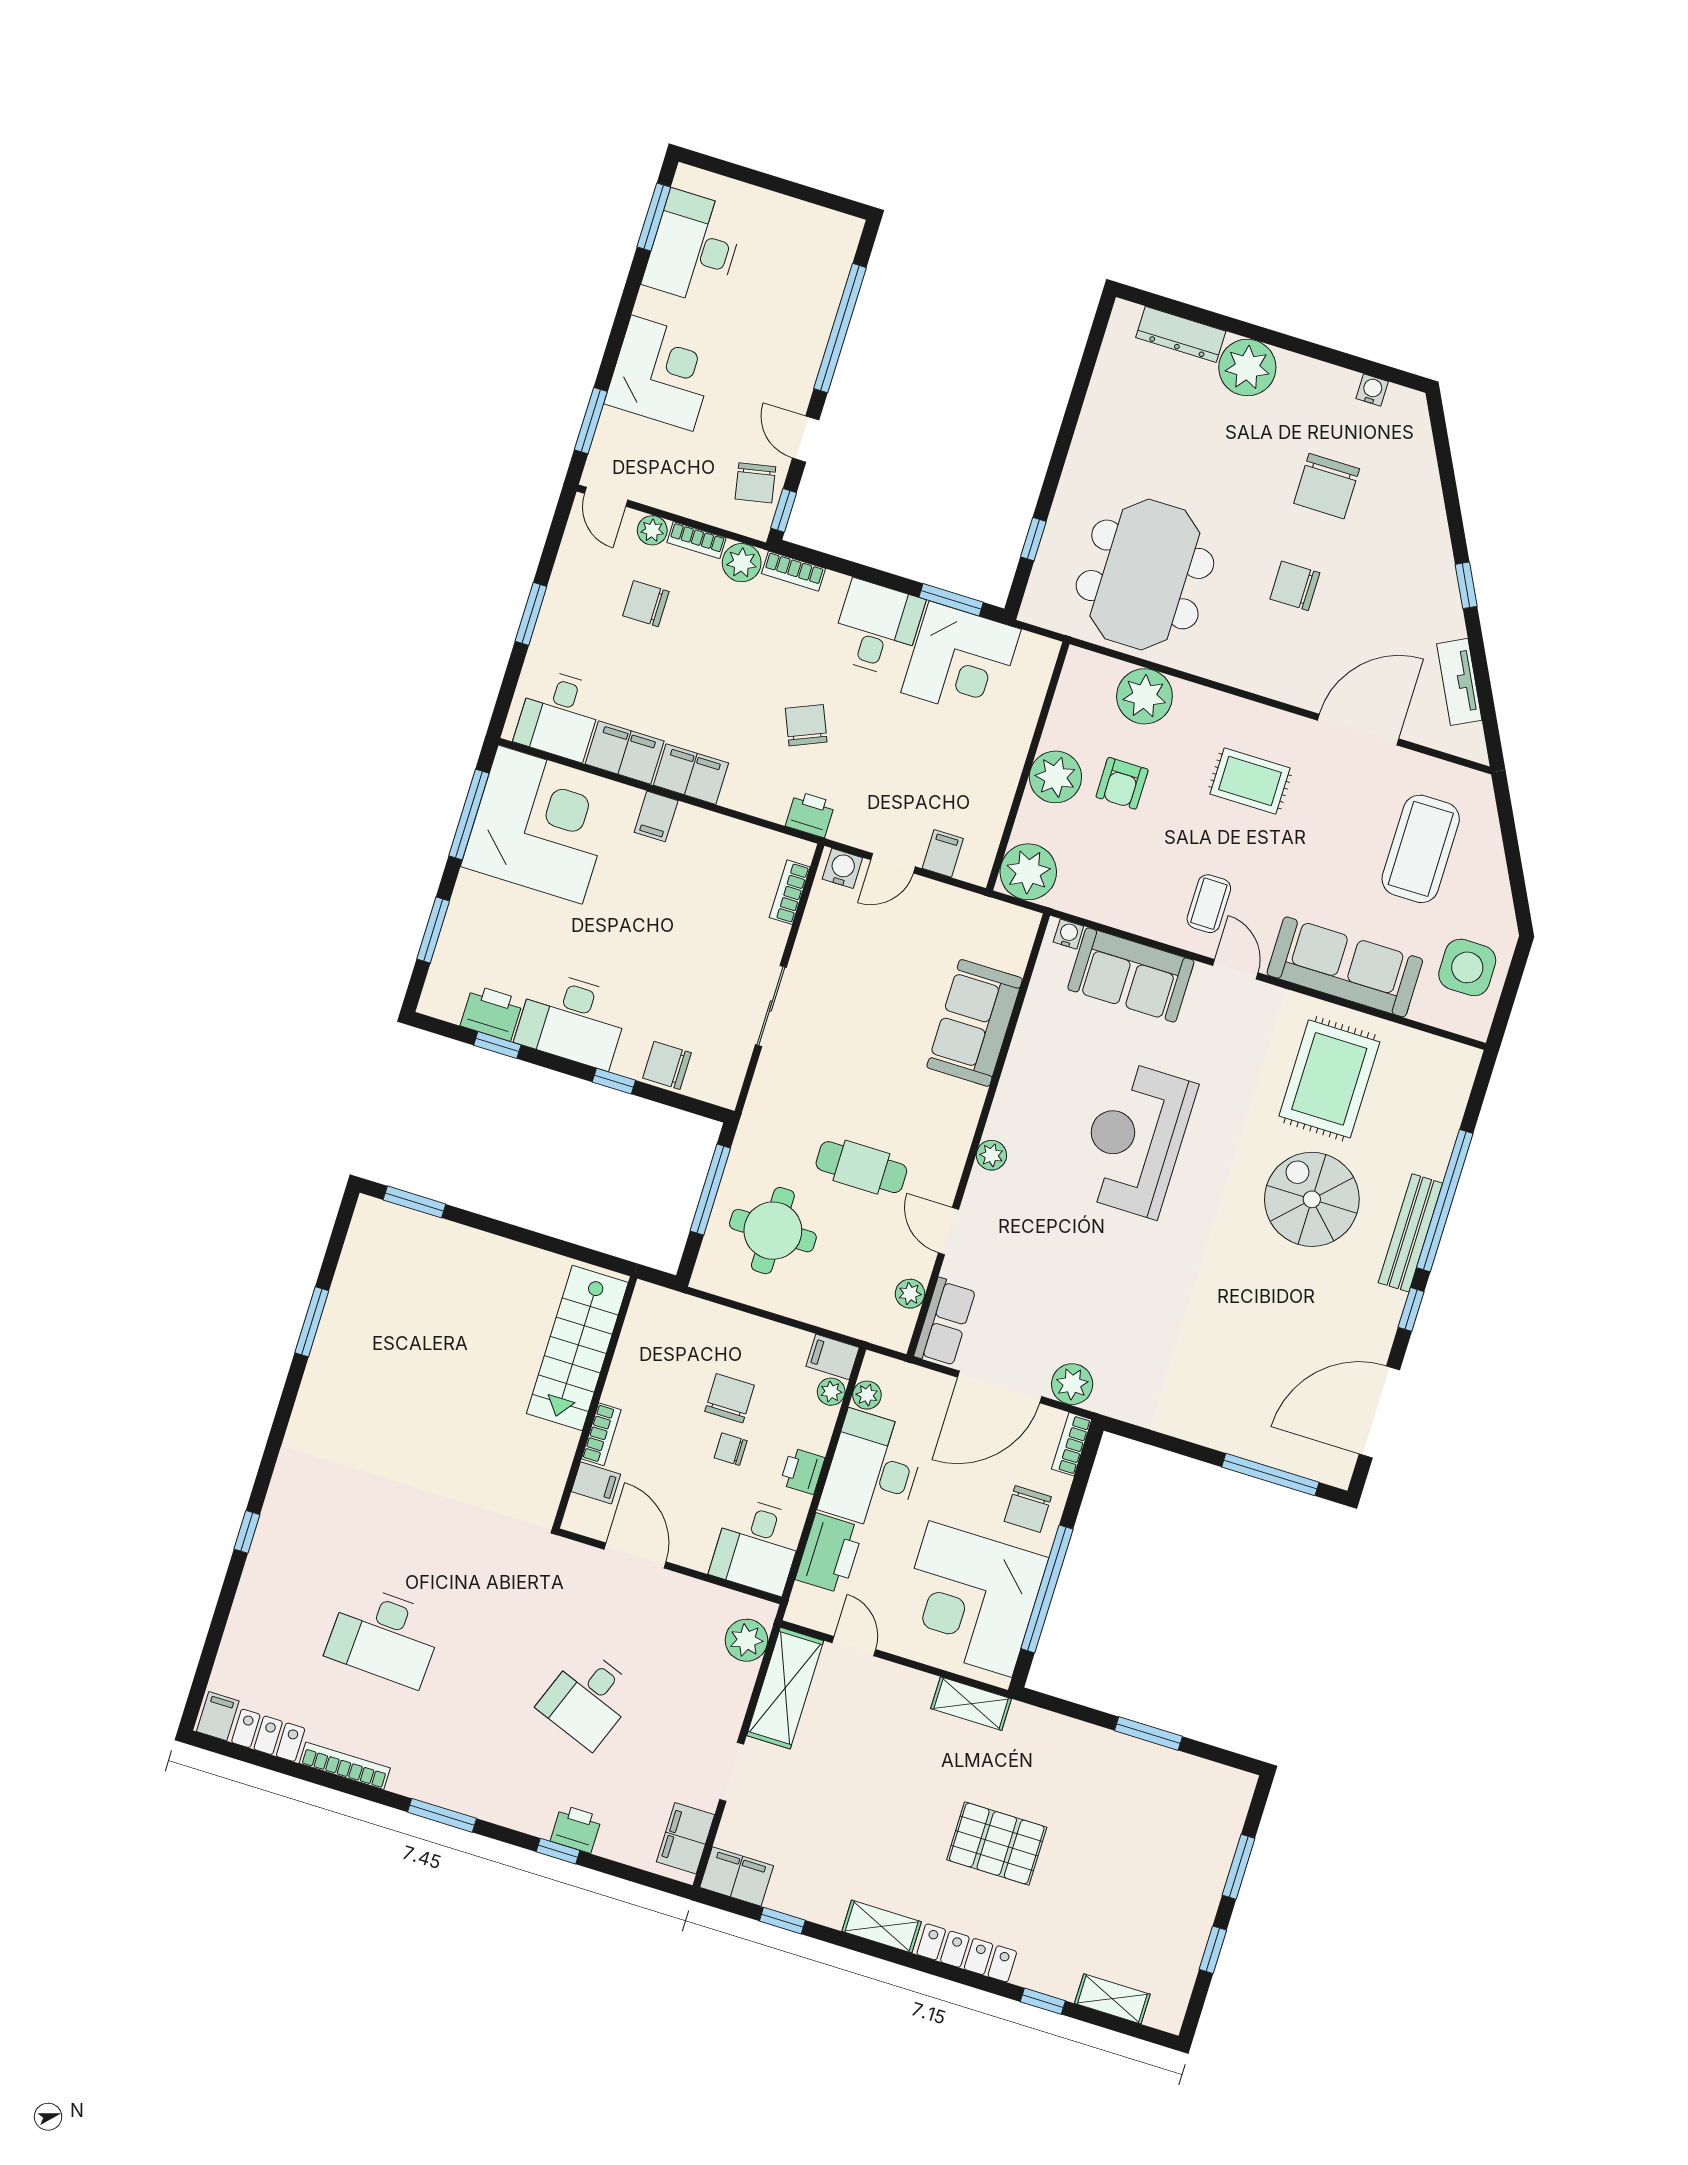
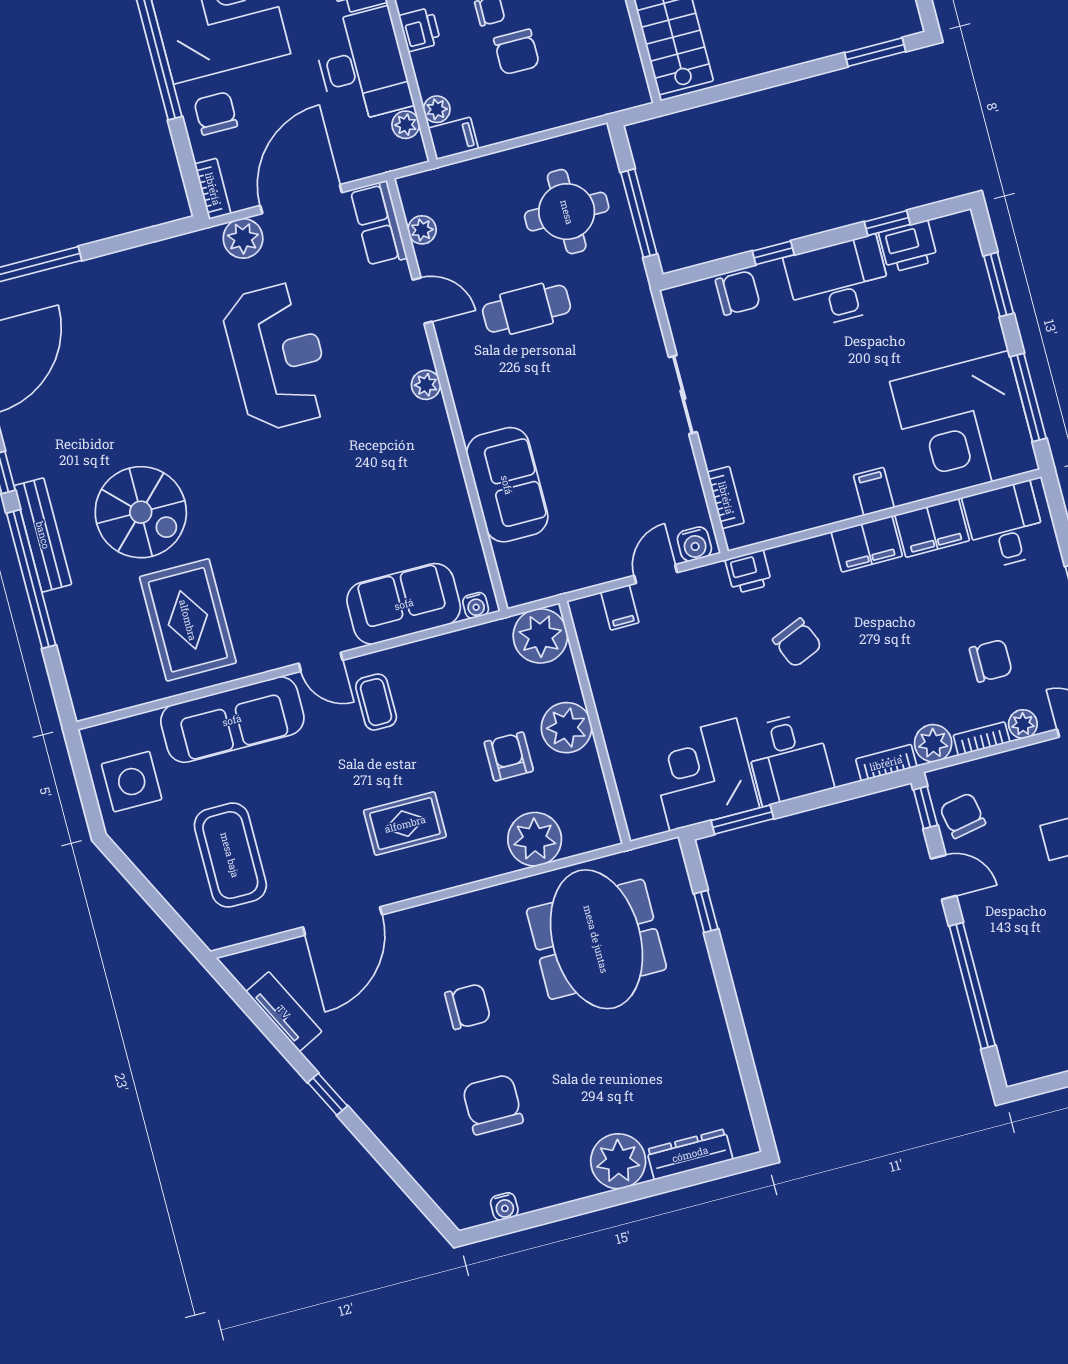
reception desk: (1135, 1139) -> (278, 357), moved

